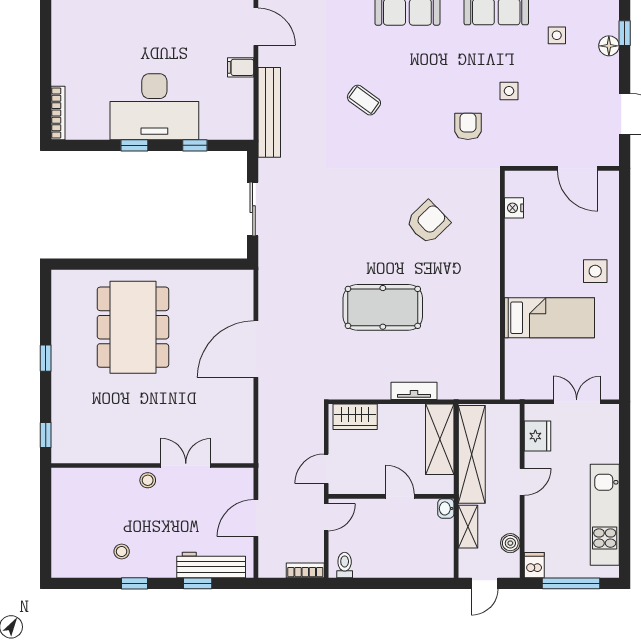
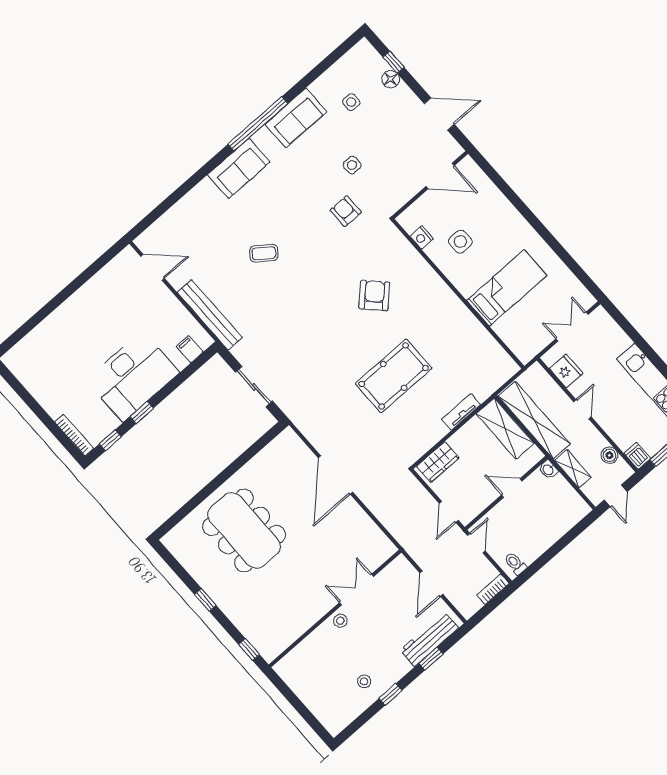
filing cabinet: (241, 67) -> (190, 349), moved, turned 90
window: (195, 145) -> (110, 440), moved
side table: (595, 271) -> (460, 242), moved

